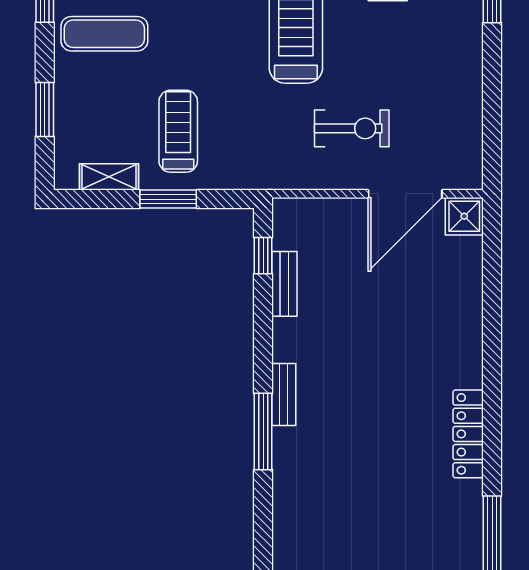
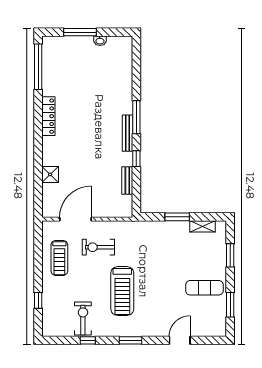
treadmill: (178, 131) -> (59, 258), moved
shower: (464, 216) -> (50, 174), moved
window: (263, 256) -> (136, 159), moved
bench: (284, 394) -> (128, 133), width x1.36

